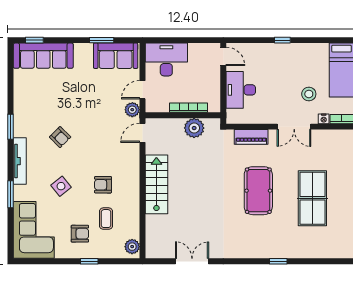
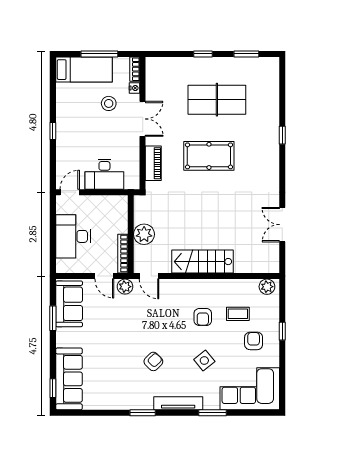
desk: (166, 59) -> (73, 236), moved
bookcase: (188, 108) -> (123, 254), moved
plant: (194, 128) -> (144, 234), moved

